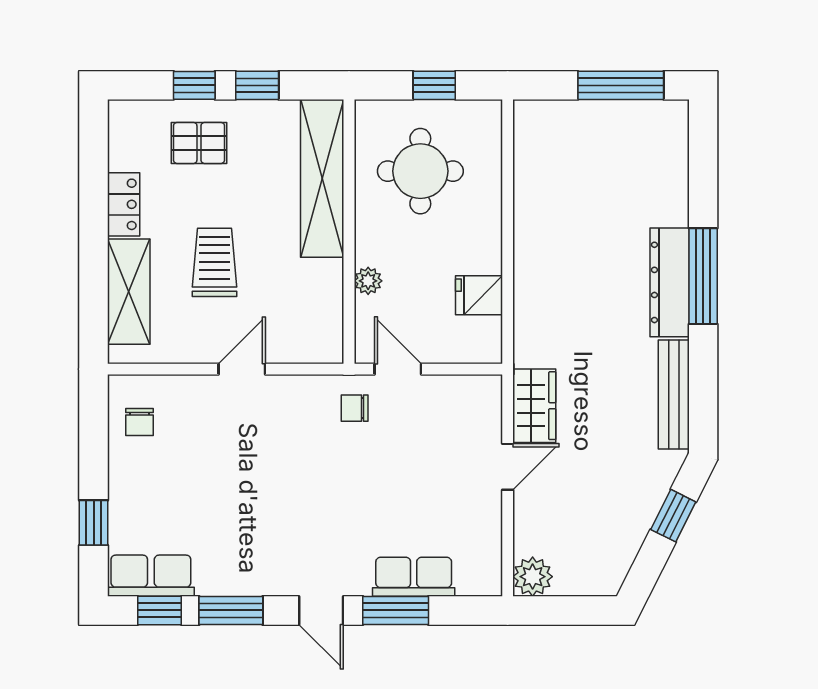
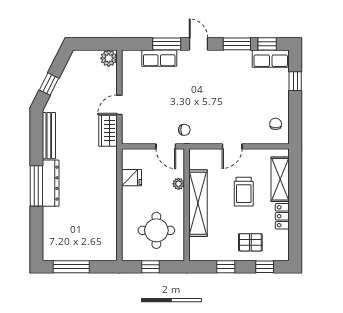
window: (194, 85) -> (265, 267), moved
shelving: (322, 178) -> (198, 203), moved

